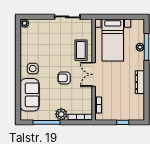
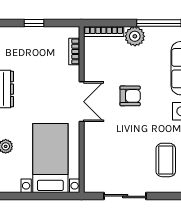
coffee table: (81, 50) -> (166, 160), moved

